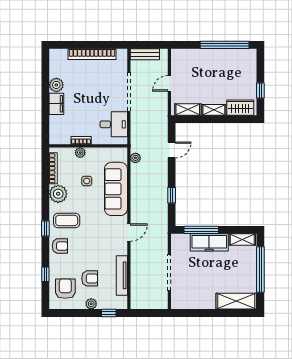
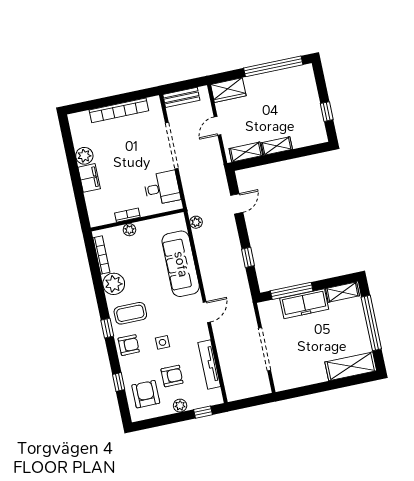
wardrobe: (240, 108) -> (228, 90), moved, turned 180
side table: (87, 181) -> (162, 342), moved

